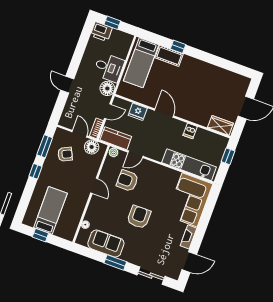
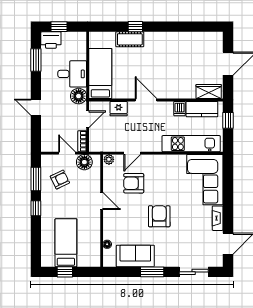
window: (82, 44) -> (36, 60), added
bed: (141, 63) -> (100, 74), moved, turned 180
kitchen counter: (116, 138) -> (202, 109), moved, turned 180

